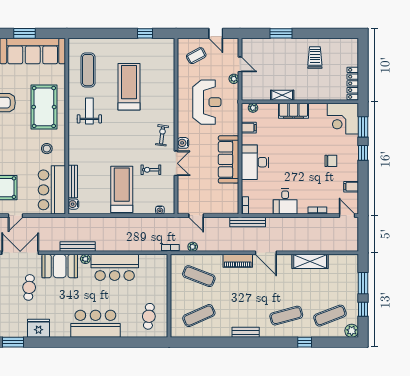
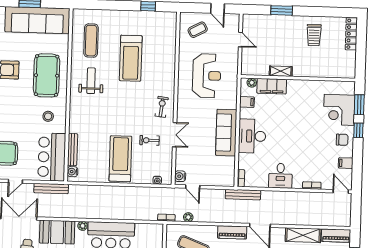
trolley: (315, 57) -> (314, 35), turned 180
plant: (234, 79) -> (234, 54), removed
locker: (353, 83) -> (351, 34), moved
treadmill: (129, 87) -> (131, 58), turned 180
filing cabinet: (293, 111) -> (272, 86), moved
corner desk: (343, 119) -> (339, 110), moved
water cooler: (183, 143) -> (180, 176), moved
chair: (331, 161) -> (342, 140), moved
bench: (78, 247) -> (51, 188), moved
piano: (344, 261) -> (336, 236), added

